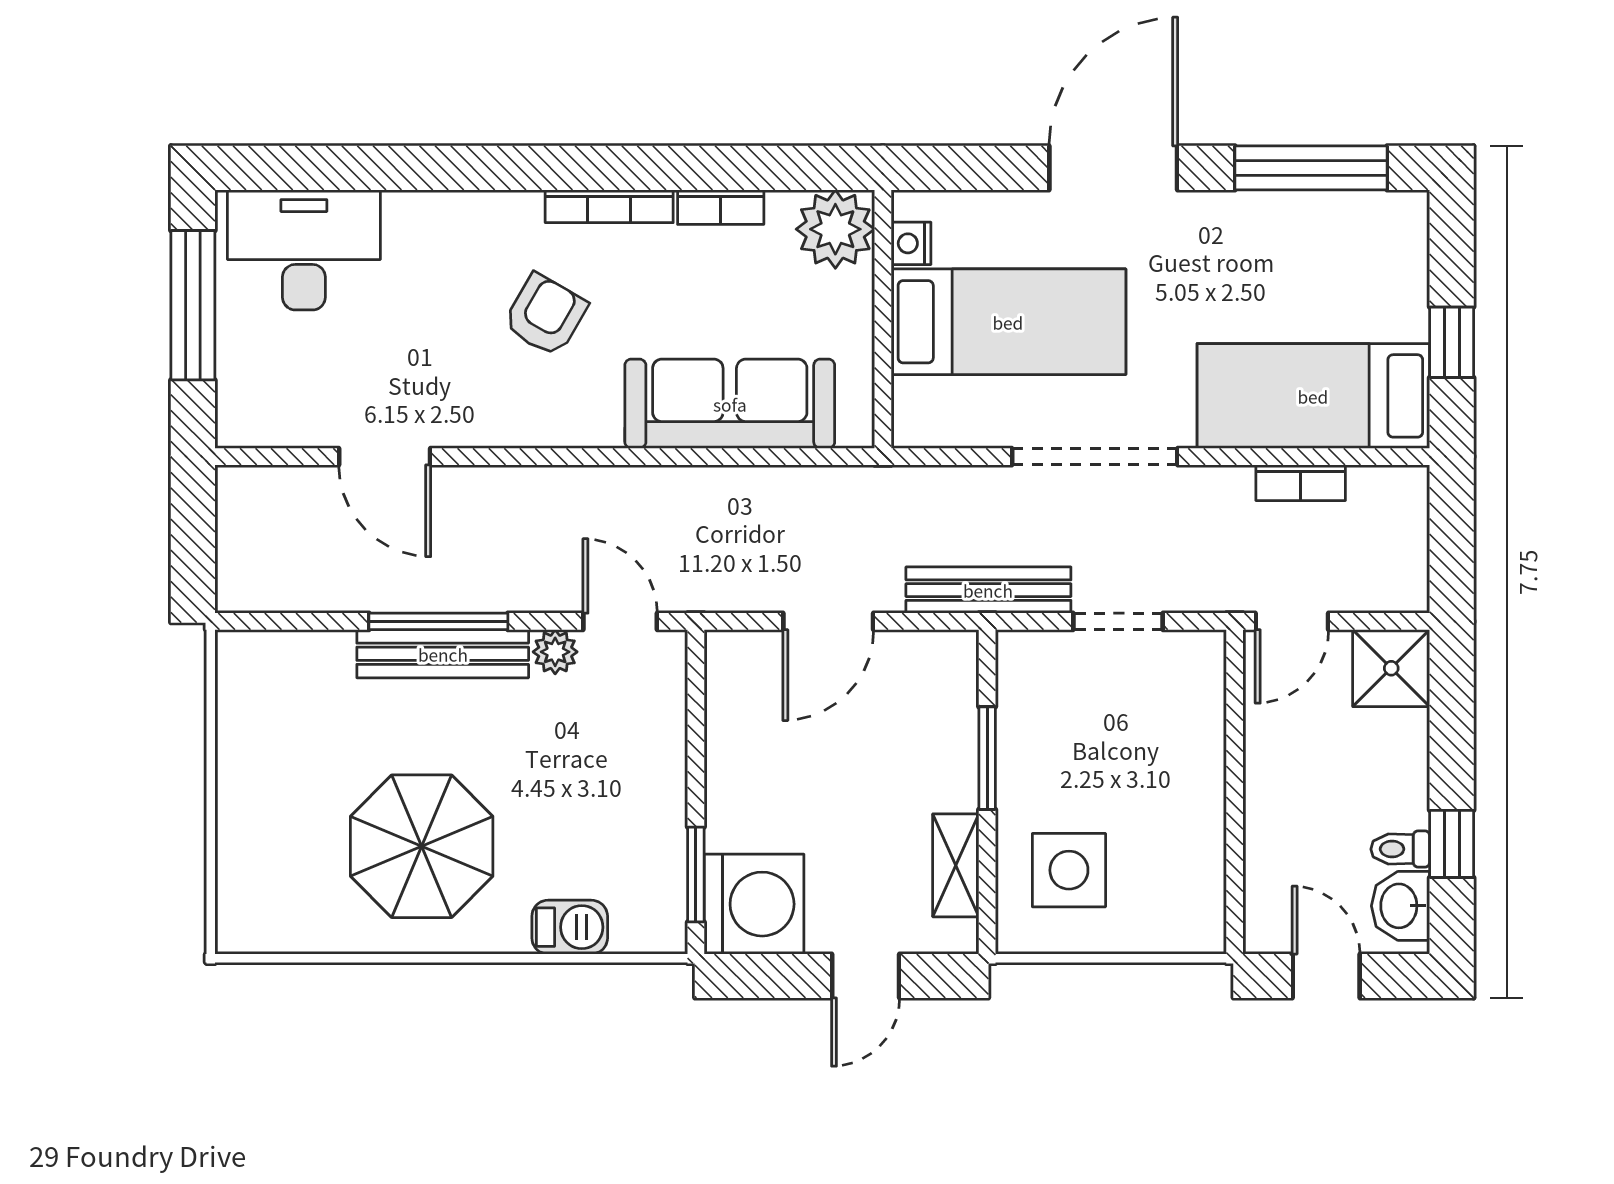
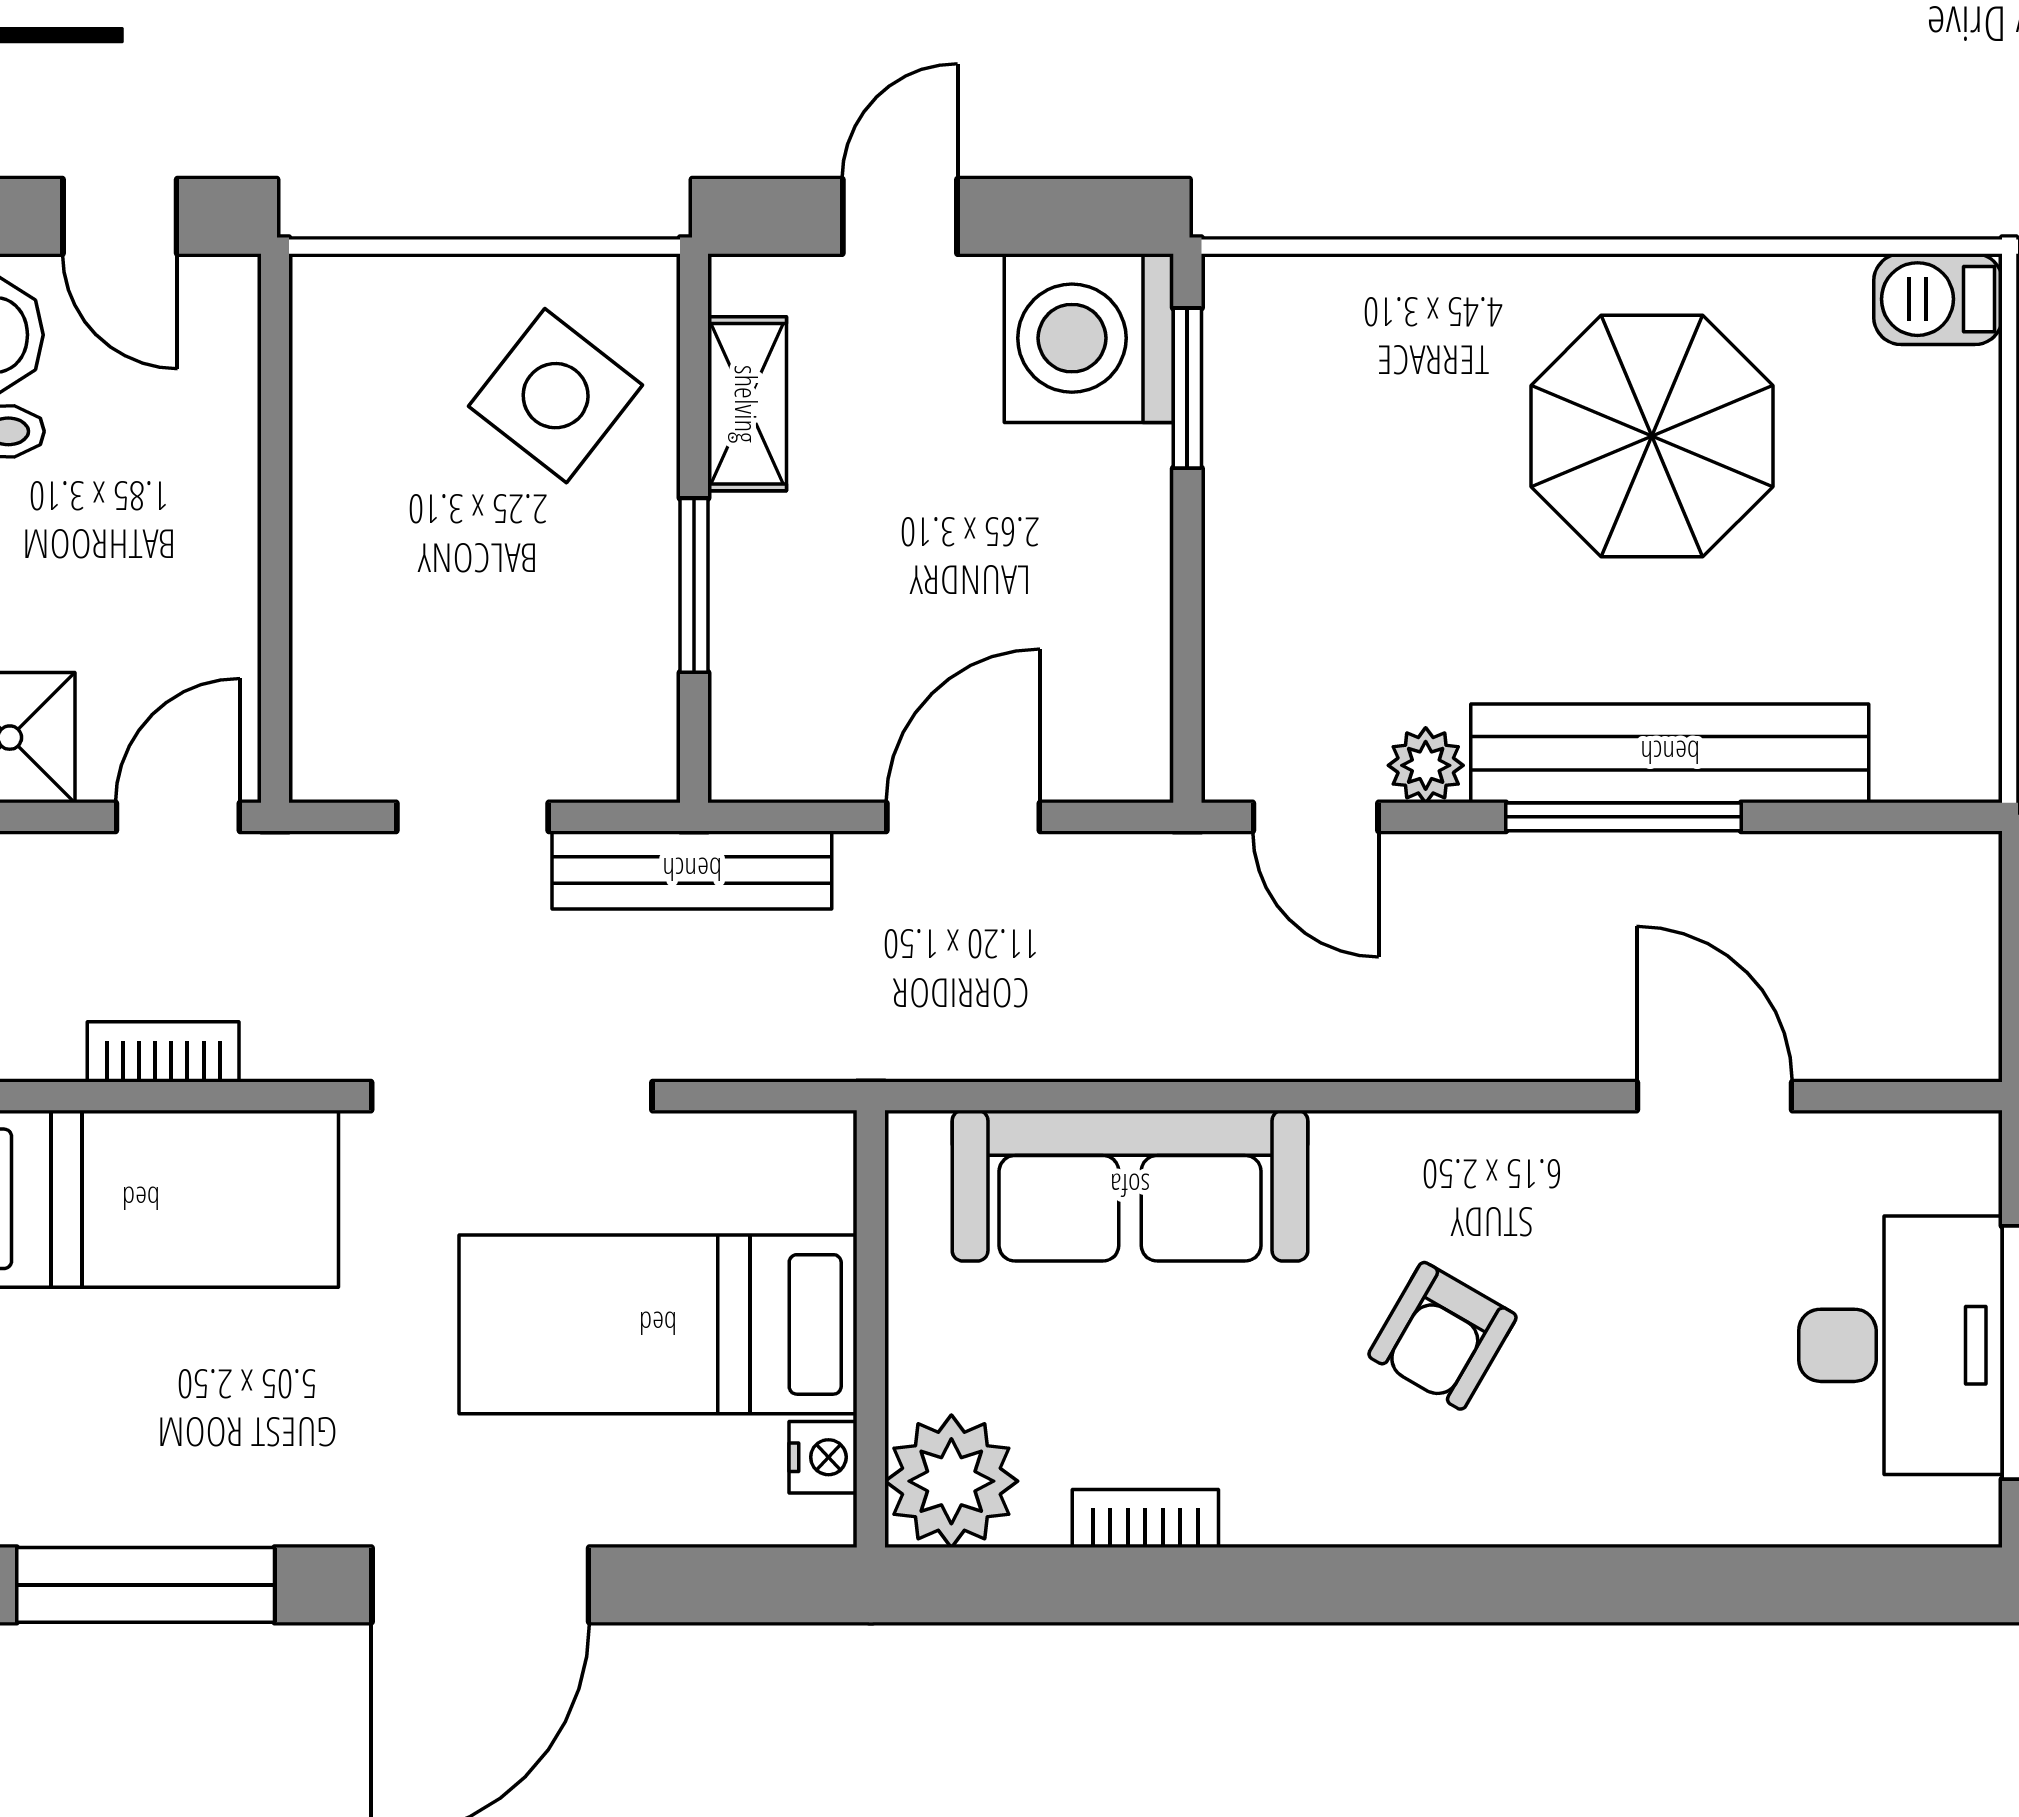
bookcase: (609, 206) -> (1334, 1520), removed
desk: (304, 250) -> (1900, 1345), moved, turned -90
bench: (443, 654) -> (1670, 753), width x1.37, depth x1.21
side table: (1069, 870) -> (556, 396), turned 38
barbecue: (570, 927) -> (1938, 299), moved

